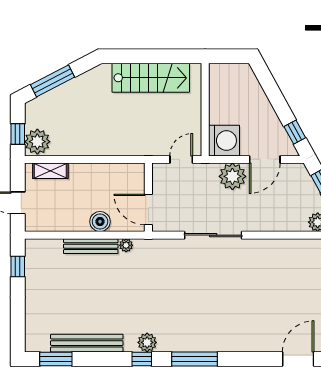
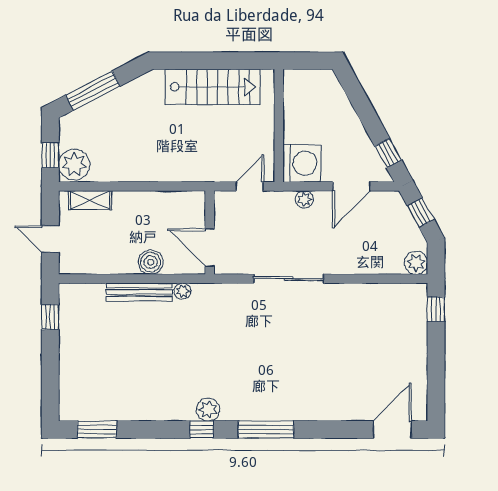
plant: (232, 176) -> (304, 199), width x0.53, depth x0.53
bench: (87, 343) -> (135, 410), removed

